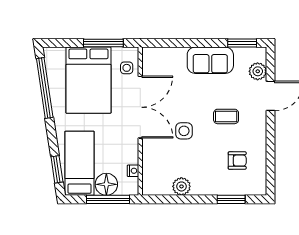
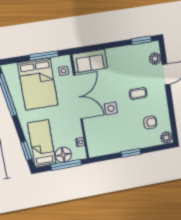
sofa: (210, 60) -> (90, 61), moved
plant: (181, 186) -> (166, 137), moved
window: (231, 199) -> (131, 153), moved

